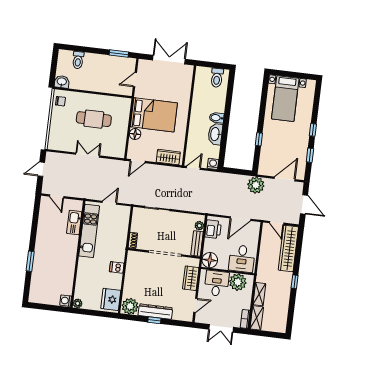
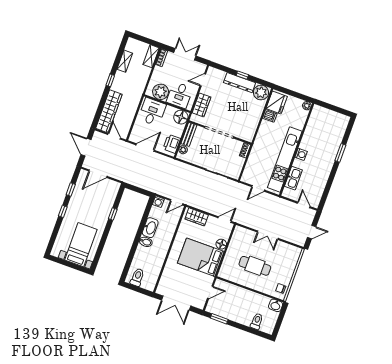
plant: (256, 185) -> (125, 174), removed
kitchen unit: (89, 231) -> (285, 159), width x1.36
dishwasher: (117, 267) -> (270, 116), moved
shelving: (259, 294) -> (125, 61), moved
washing machine: (66, 301) -> (301, 154), moved

